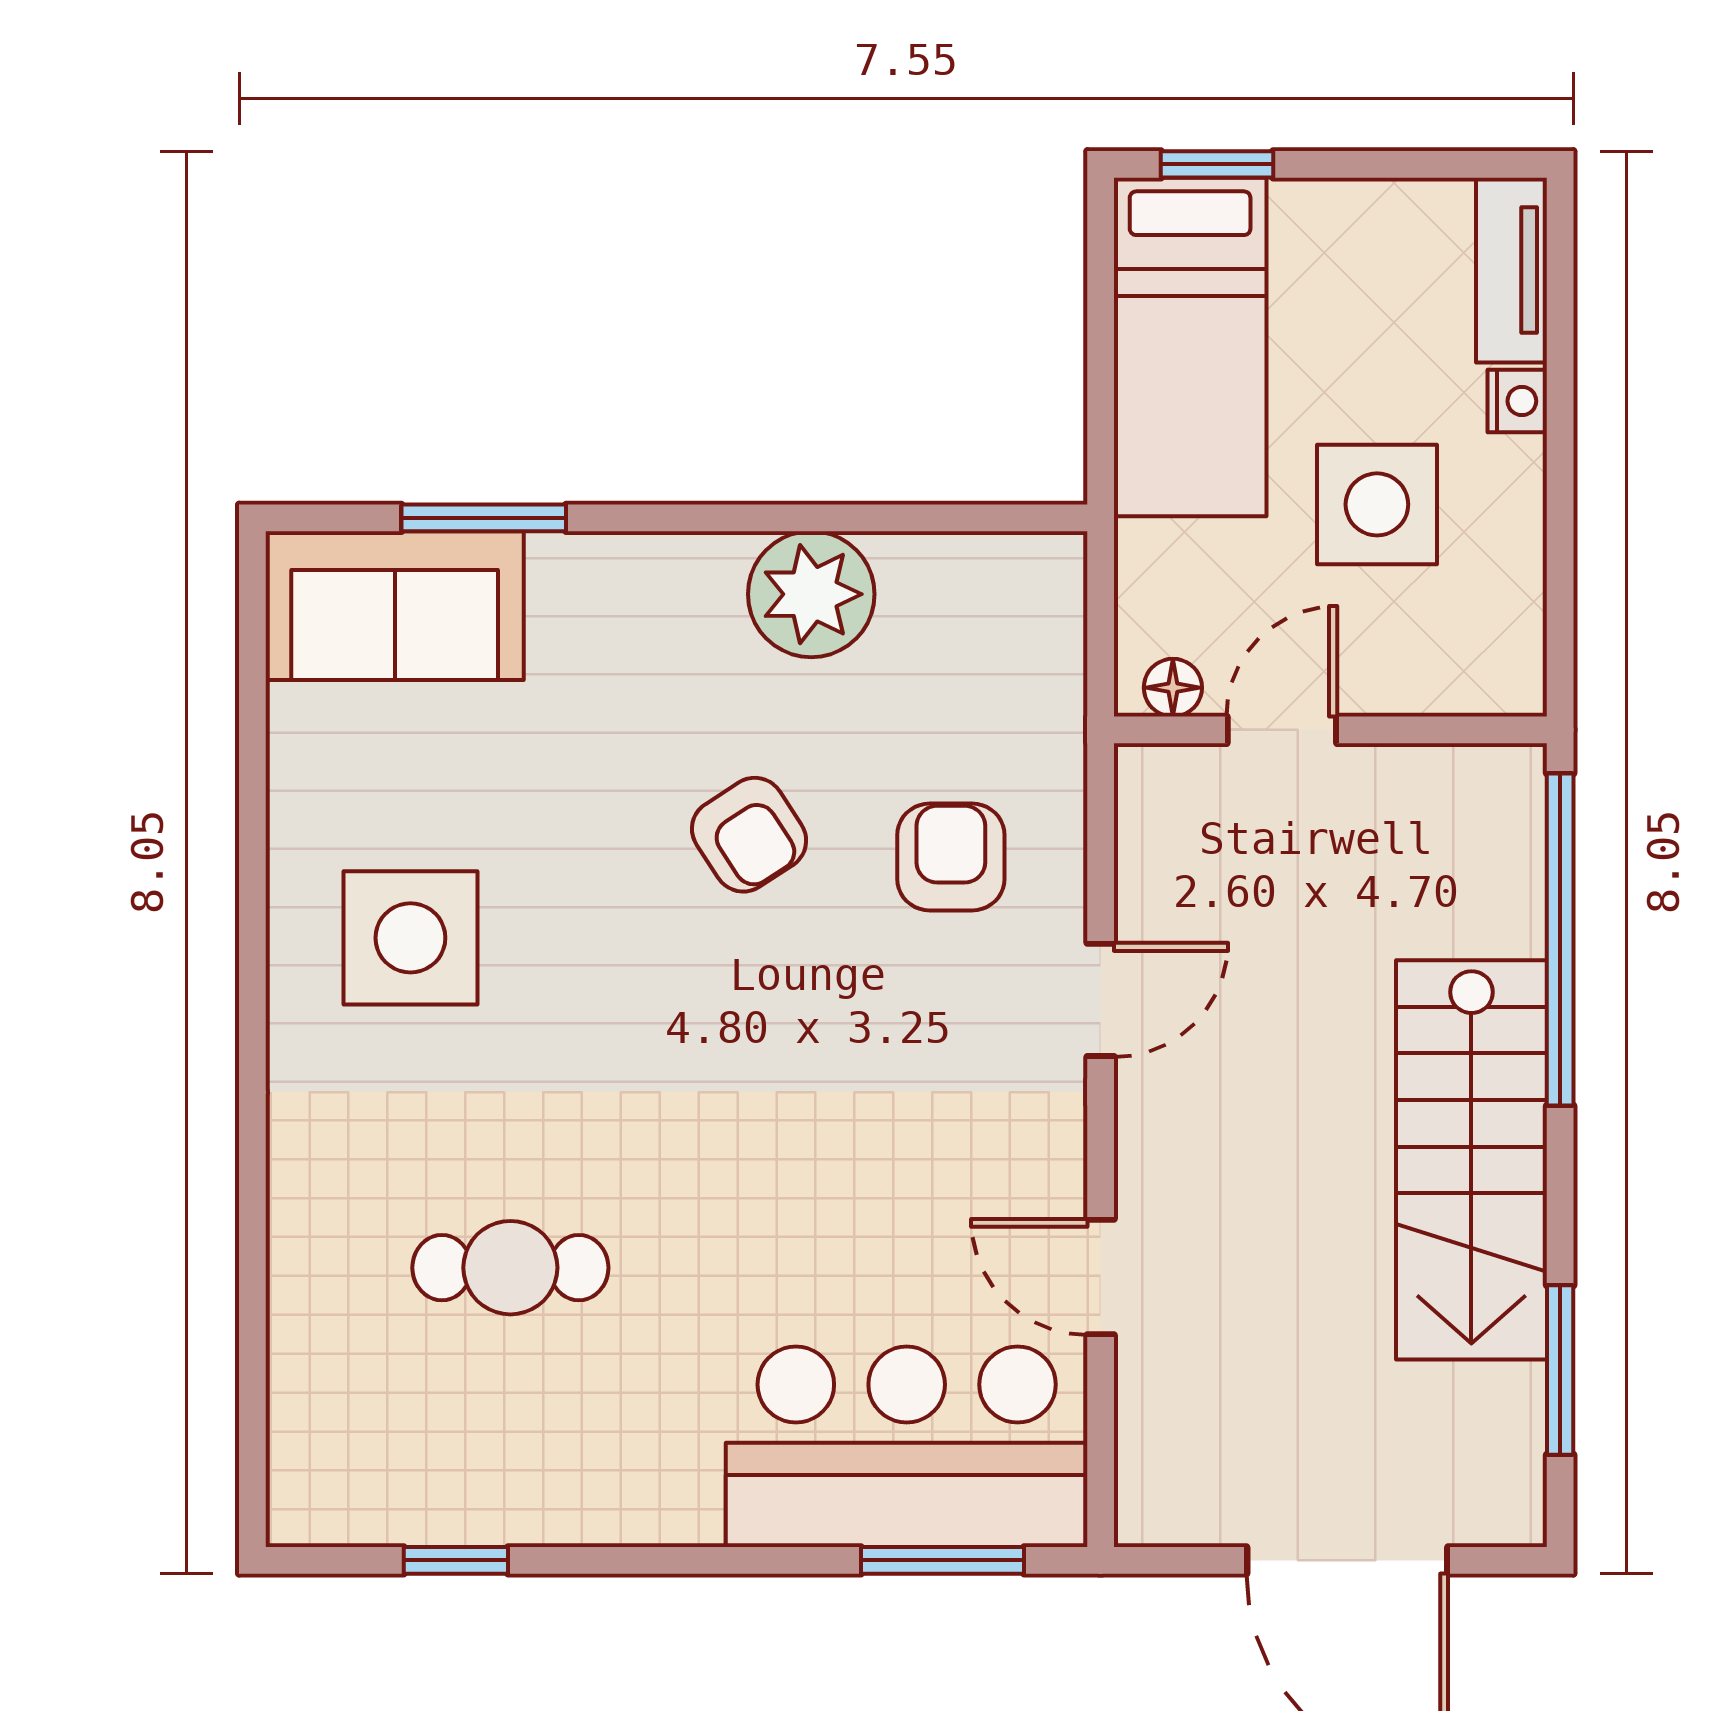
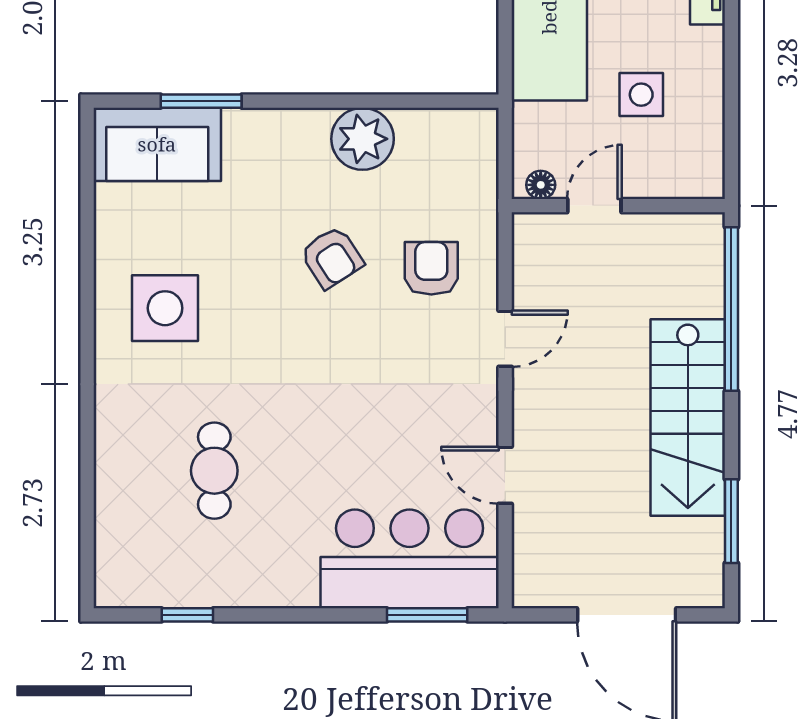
nightstand: (1517, 401) -> (710, 44), removed
side table: (1377, 504) -> (641, 95), width x0.73, depth x0.73
cafe table: (510, 1268) -> (214, 471), turned 90

